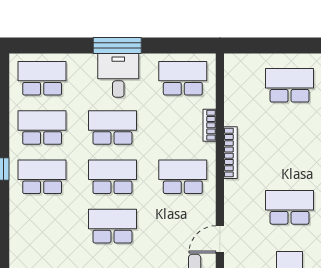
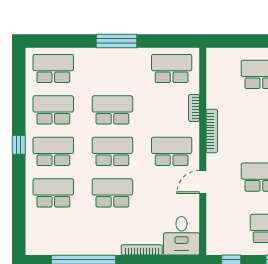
desk: (118, 75) -> (117, 66), removed
school desk: (42, 226) -> (53, 193), added
door: (220, 239) -> (203, 182), moved

